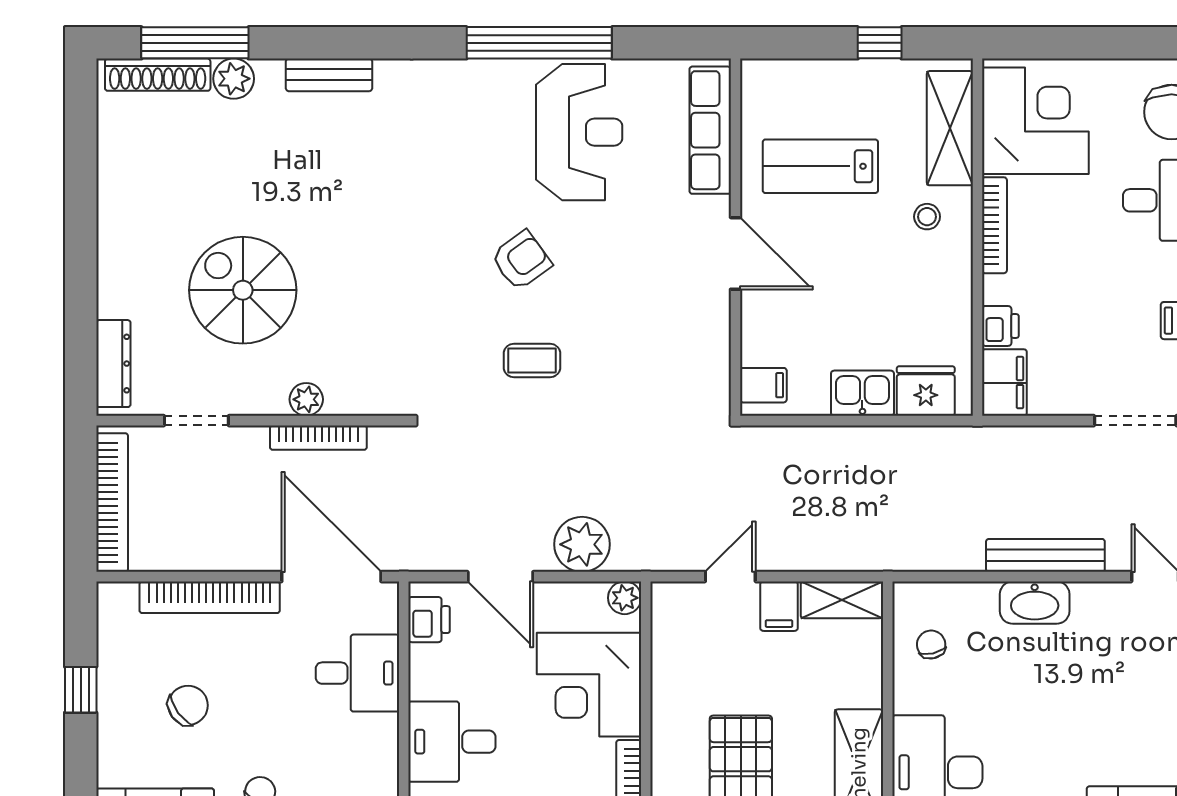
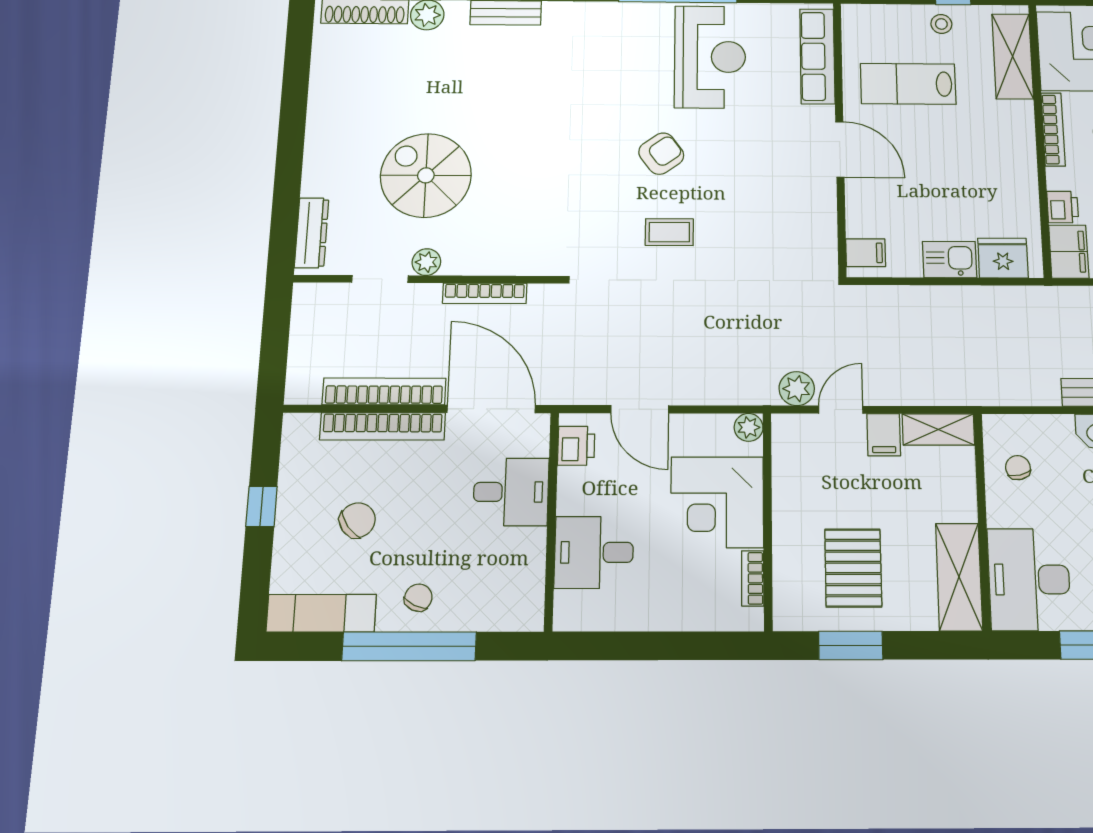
stool: (927, 217) -> (941, 24), moved
plant: (306, 399) -> (426, 262), moved
bookcase: (112, 503) -> (384, 391), moved, turned -90
plant: (582, 544) -> (797, 389), moved, width x0.73, depth x0.73

